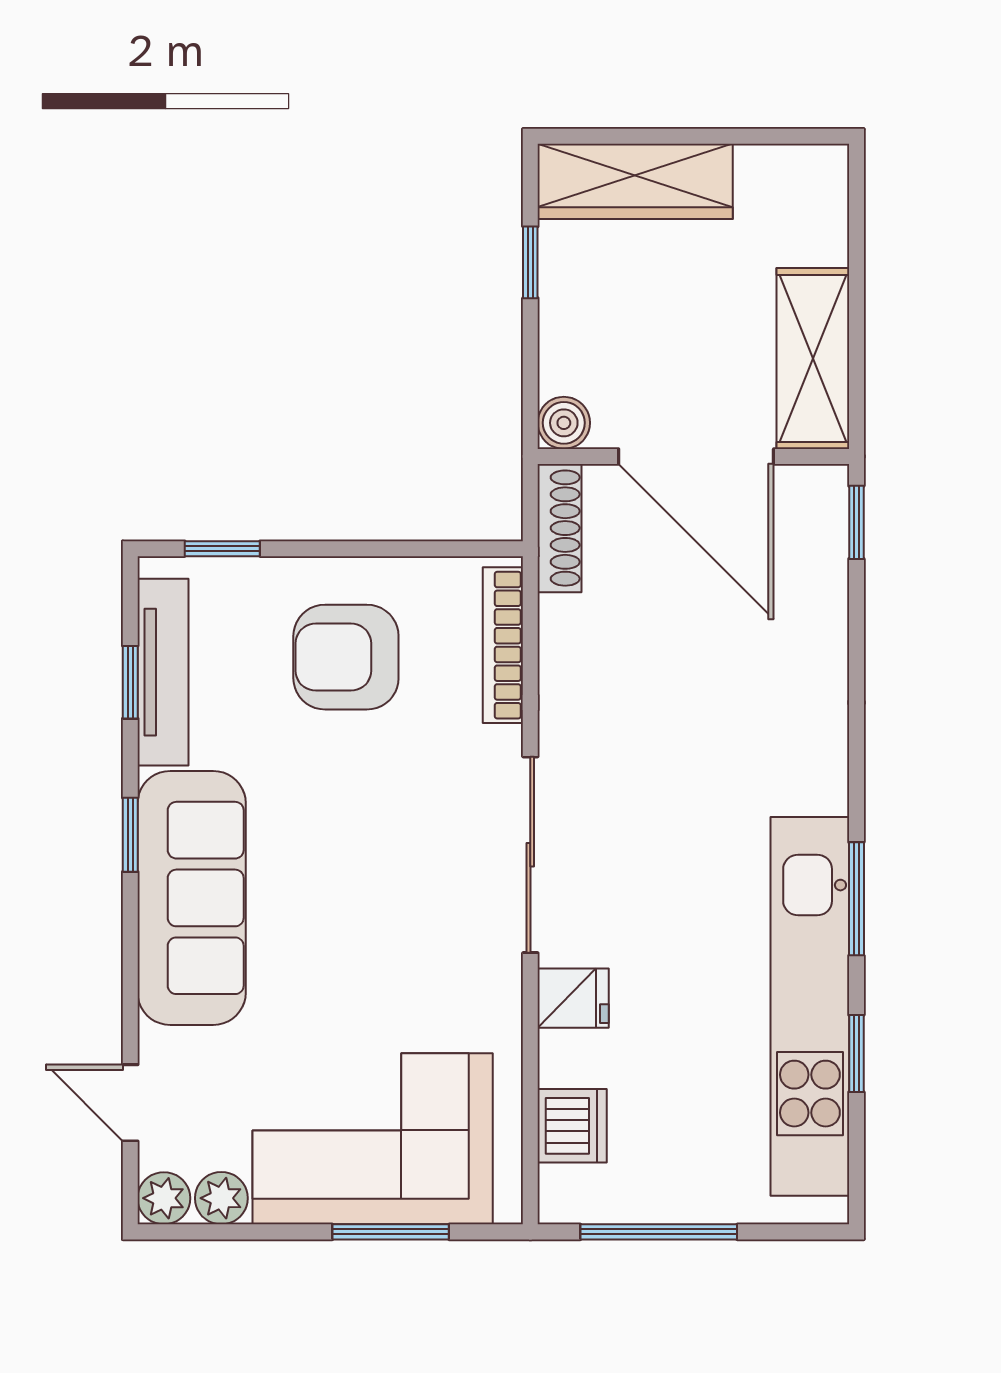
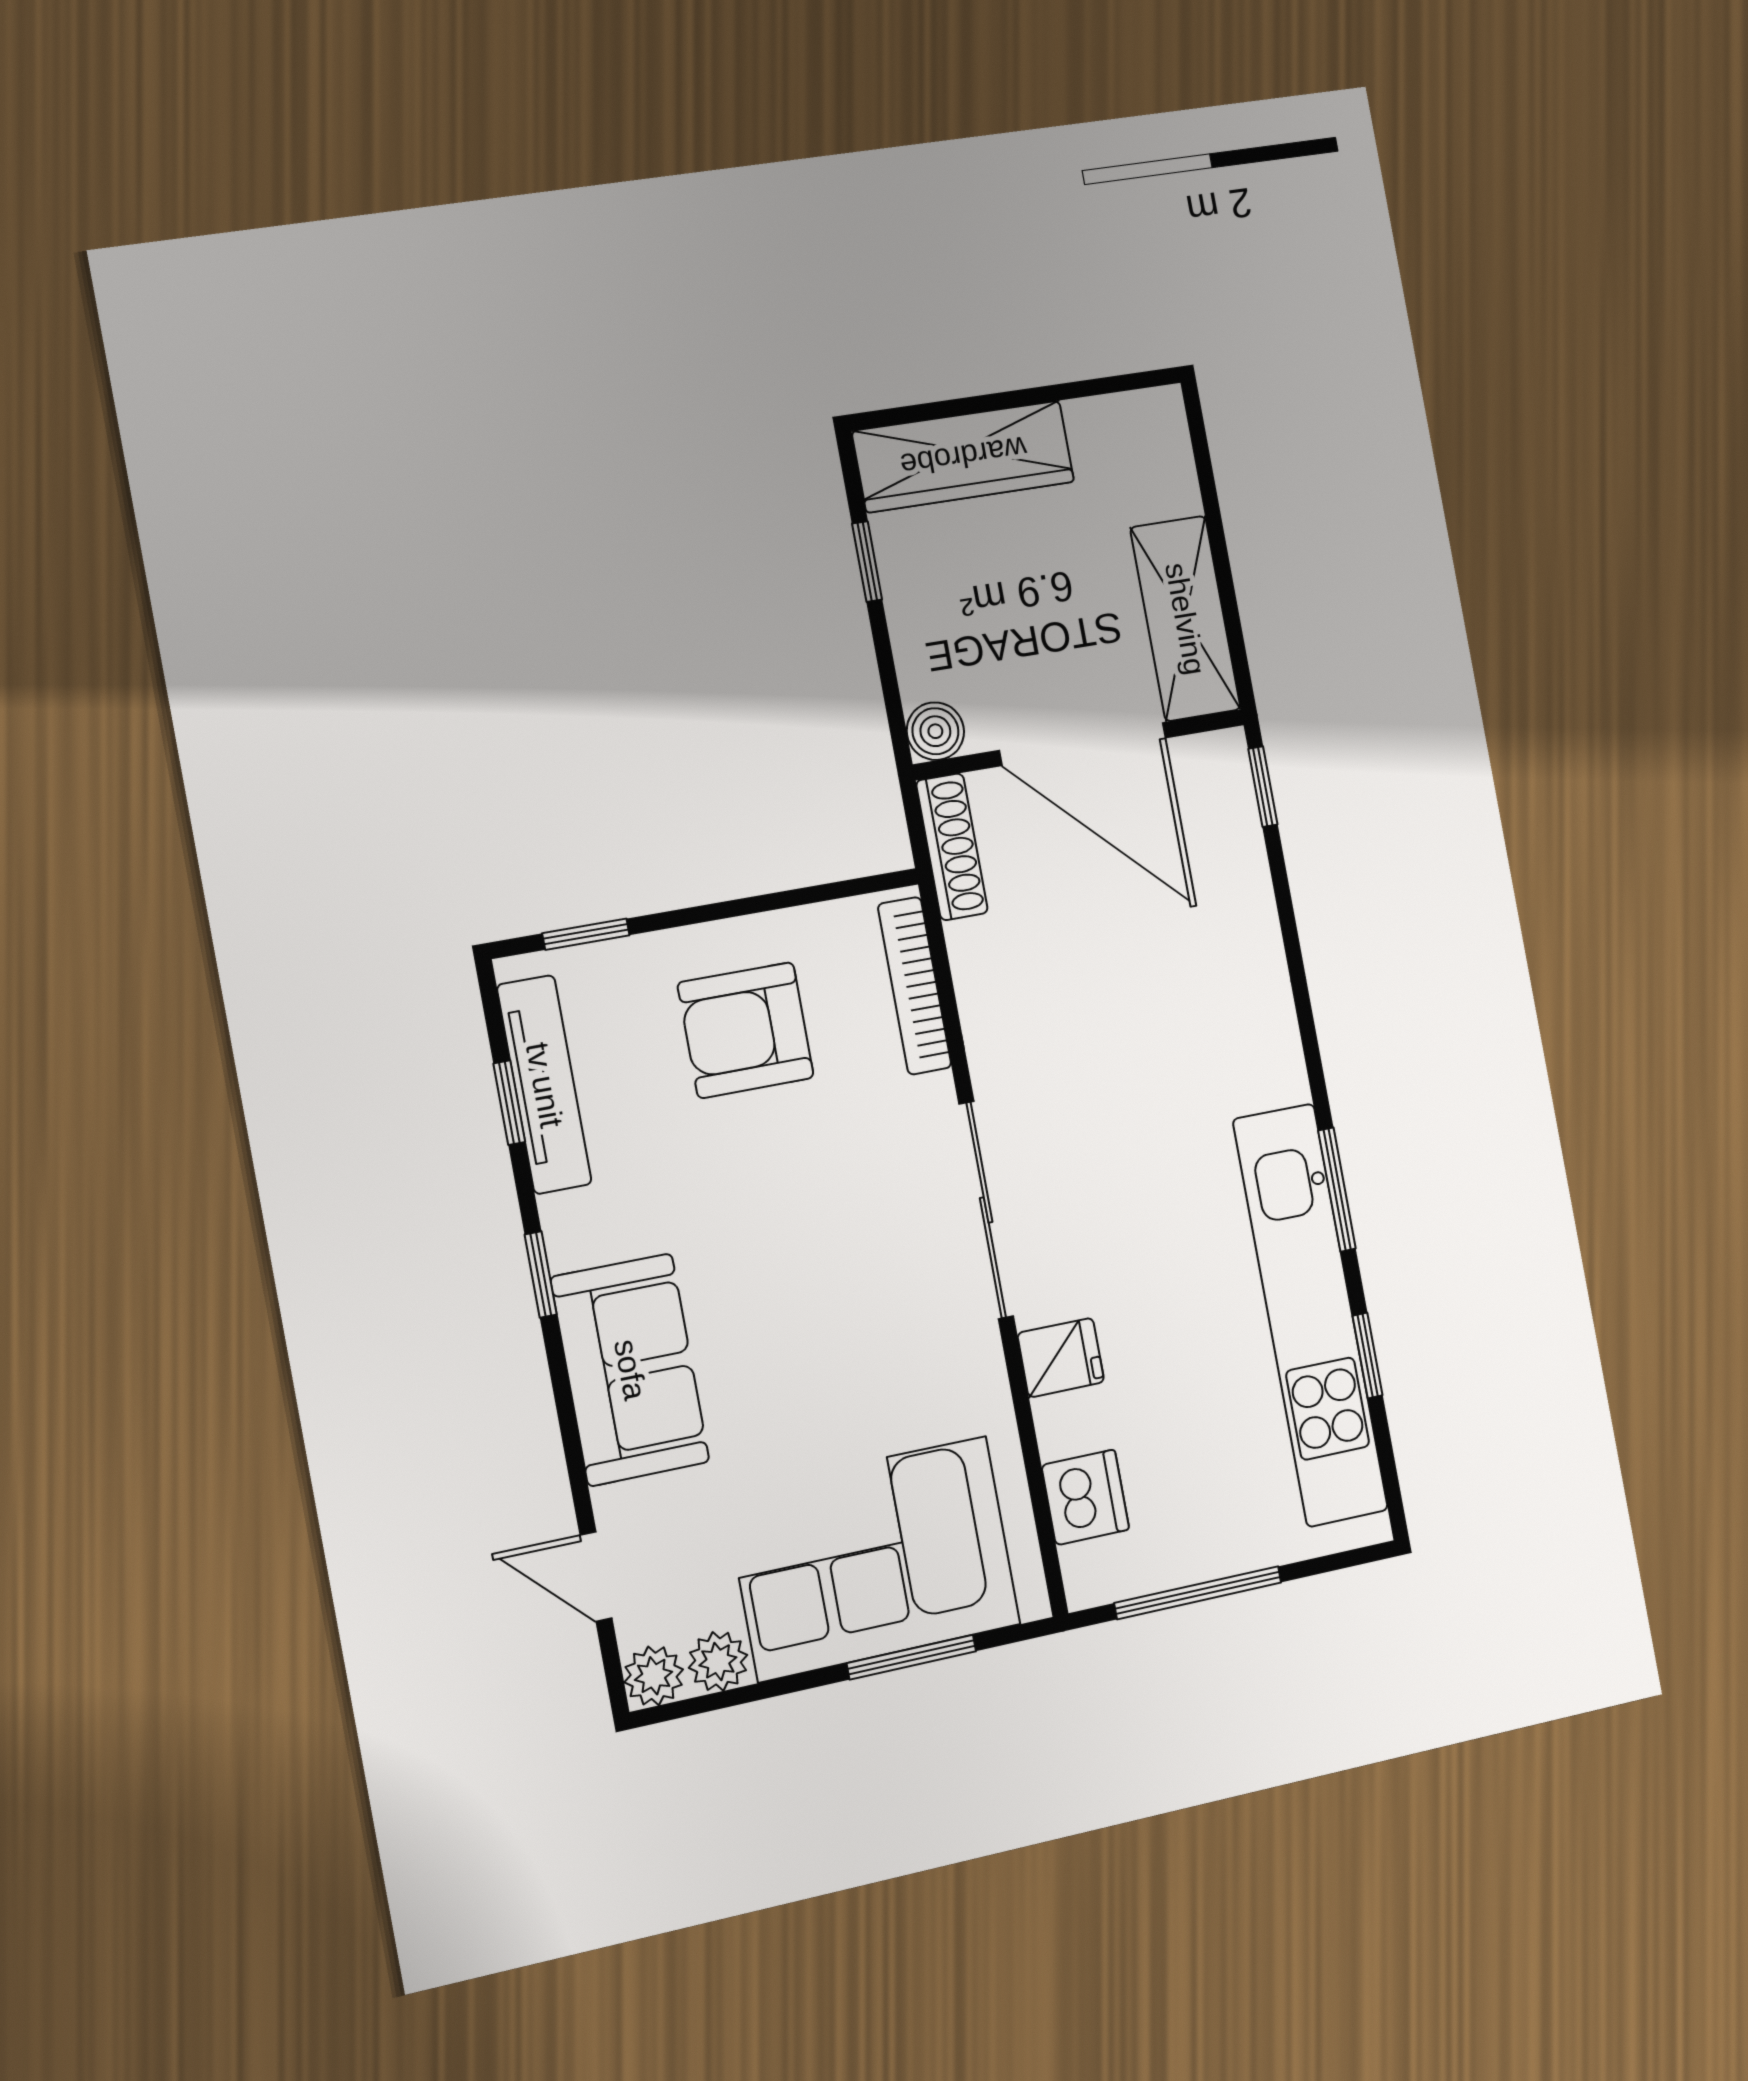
sofa: (192, 898) -> (630, 1370), width x0.73

